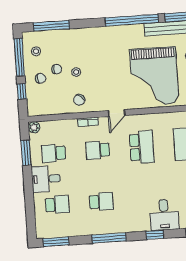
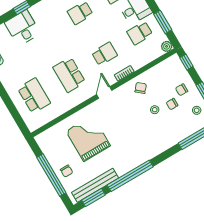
grand piano: (154, 76) -> (88, 138), width x0.73, depth x0.68
window: (22, 91) -> (186, 62), moved
school desk: (54, 153) -> (140, 33), turned 180

